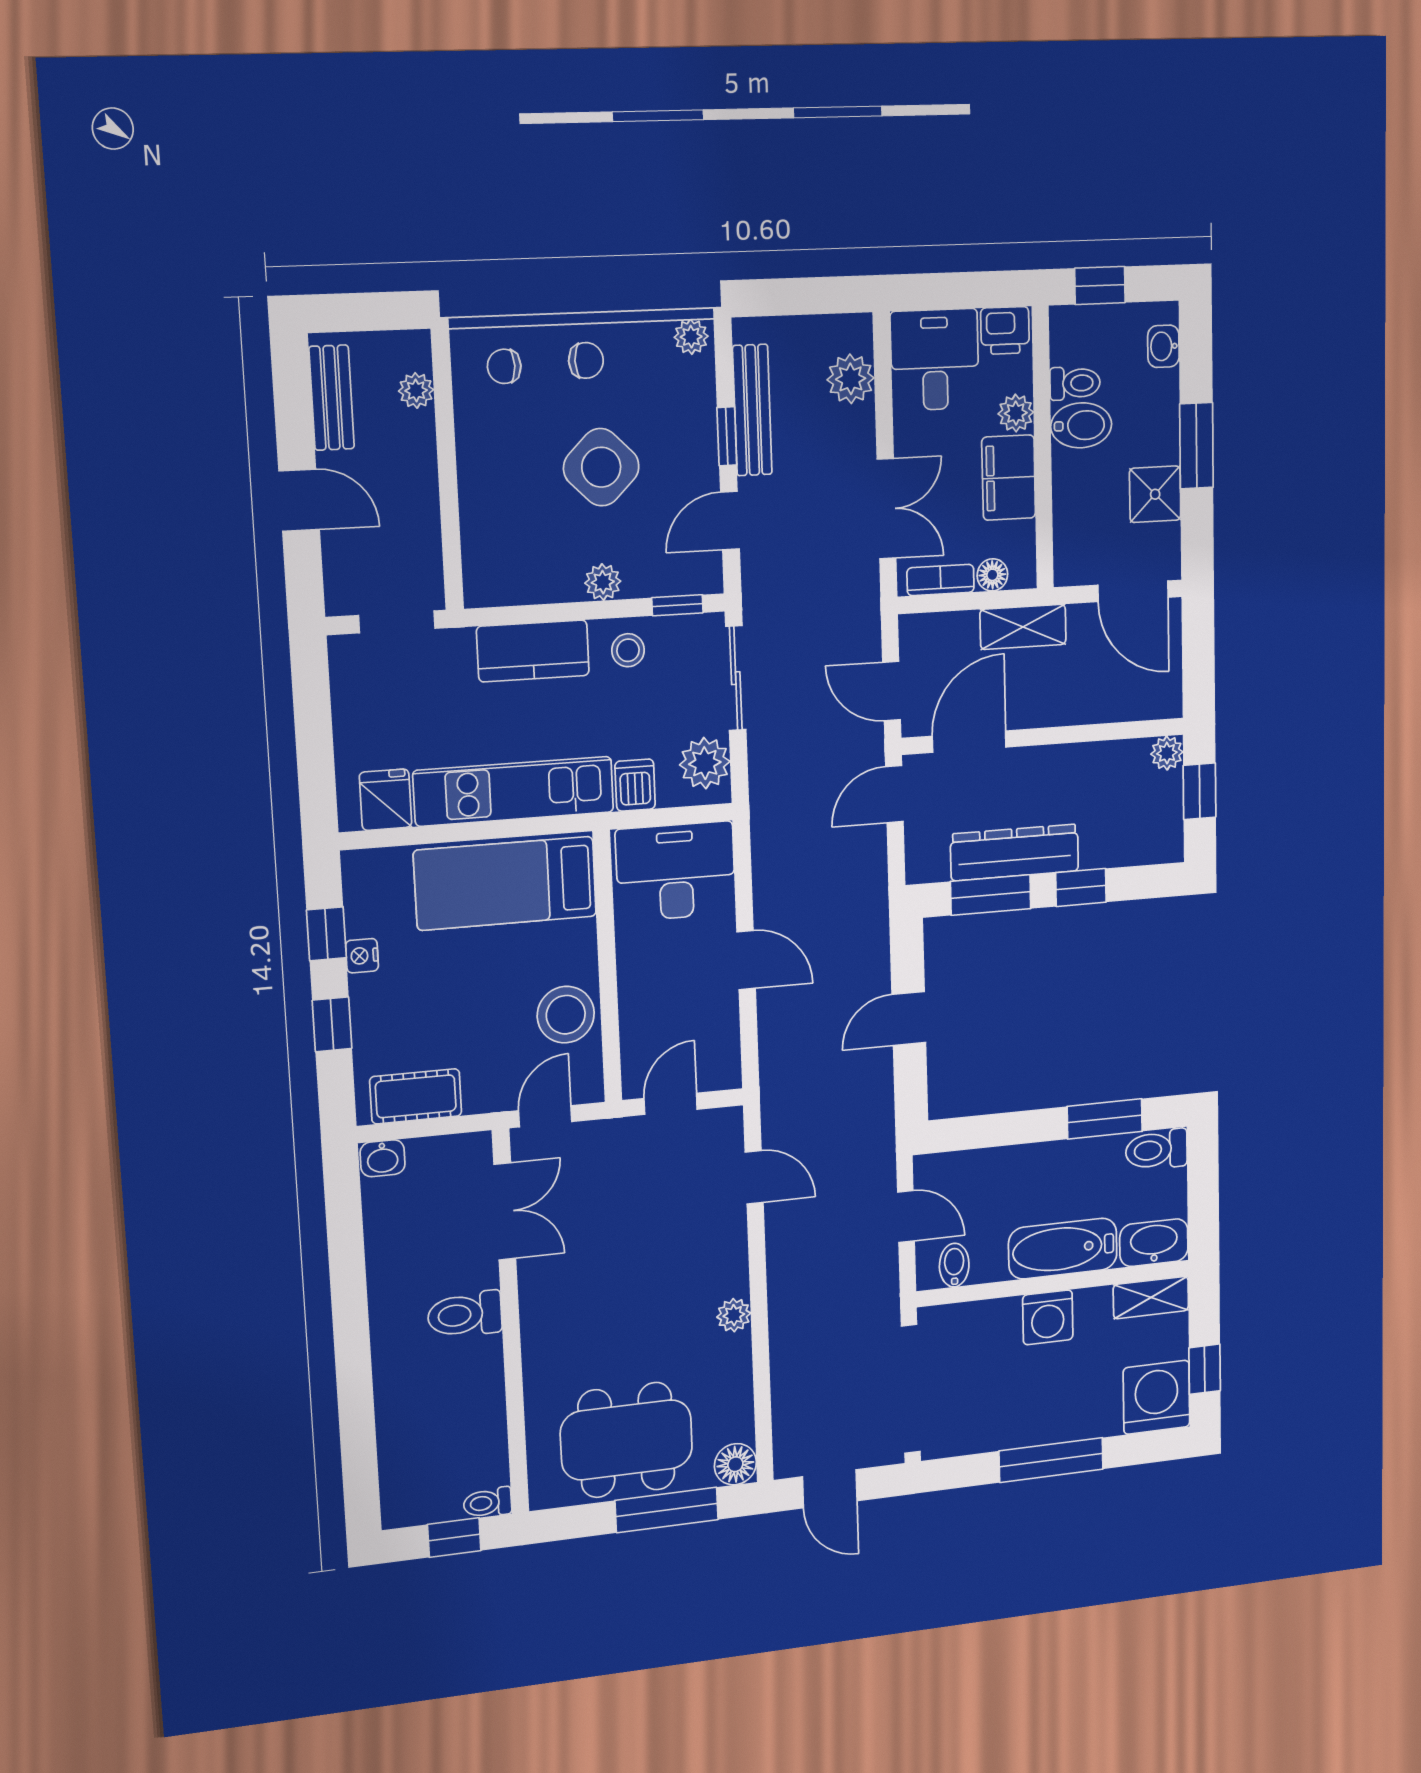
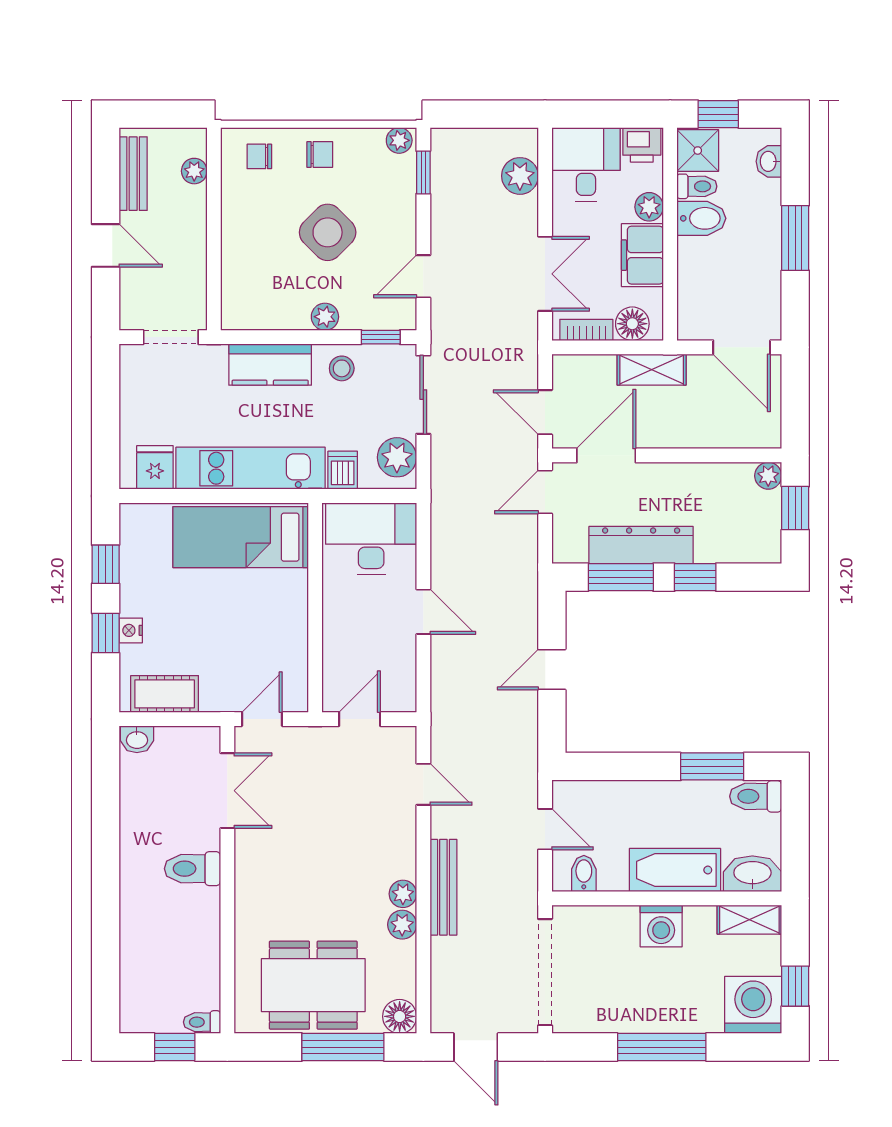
bench: (752, 410) -> (443, 887), moved
window: (727, 436) -> (423, 172), moved
shower: (1155, 494) -> (698, 151), moved
floor lamp: (992, 575) -> (632, 324), width x1.37, depth x1.37
nightstand: (362, 956) -> (131, 630), moved
stool: (566, 1015) -> (282, 642), removed
plant: (734, 1353) -> (402, 925), added

